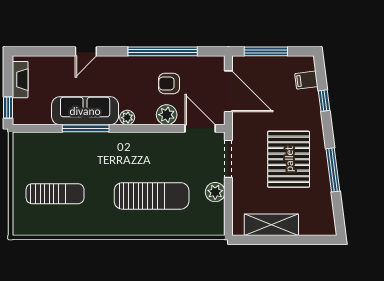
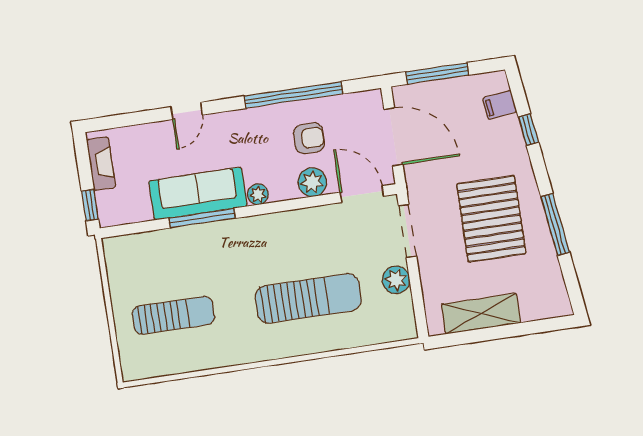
armchair: (169, 83) -> (309, 138), turned 180

